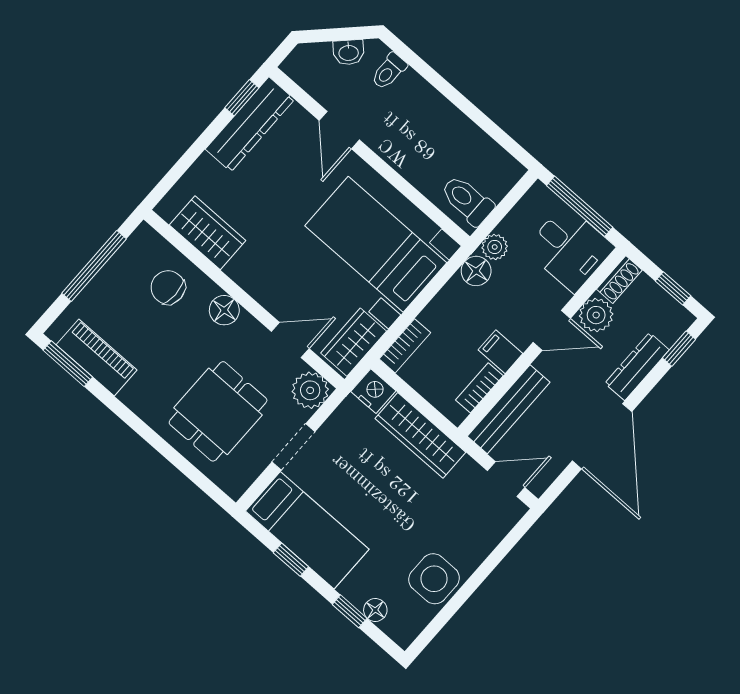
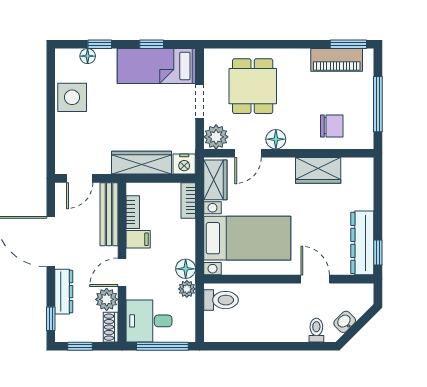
wardrobe: (208, 233) -> (318, 170), moved
floor lamp: (224, 310) -> (276, 139), moved

